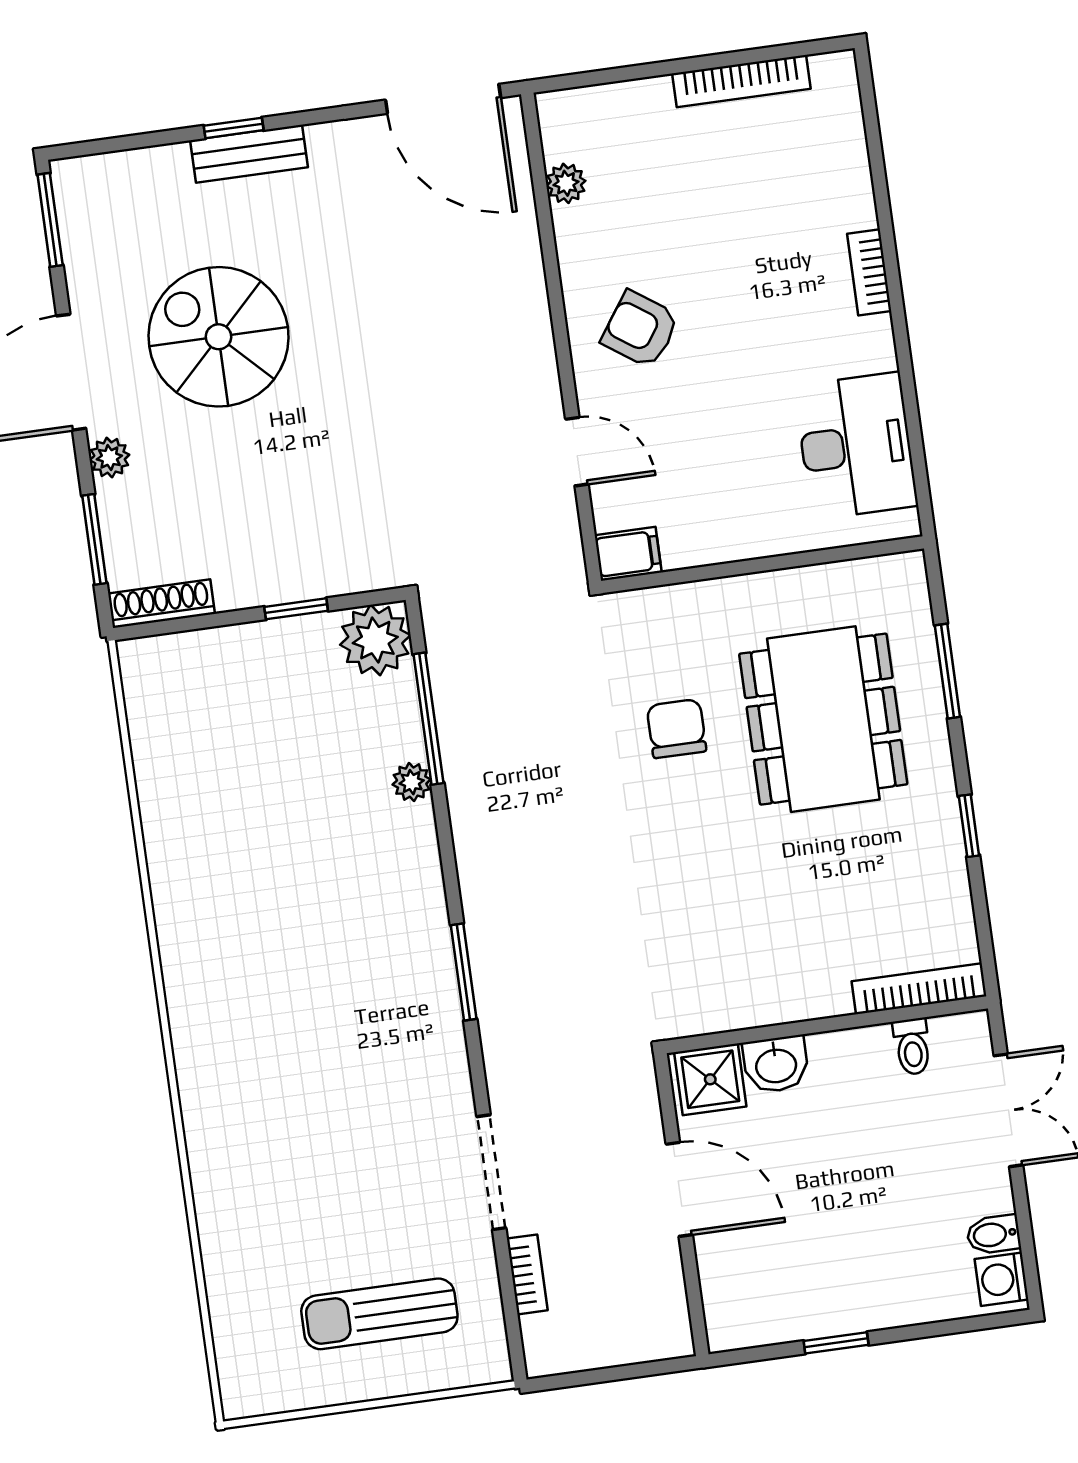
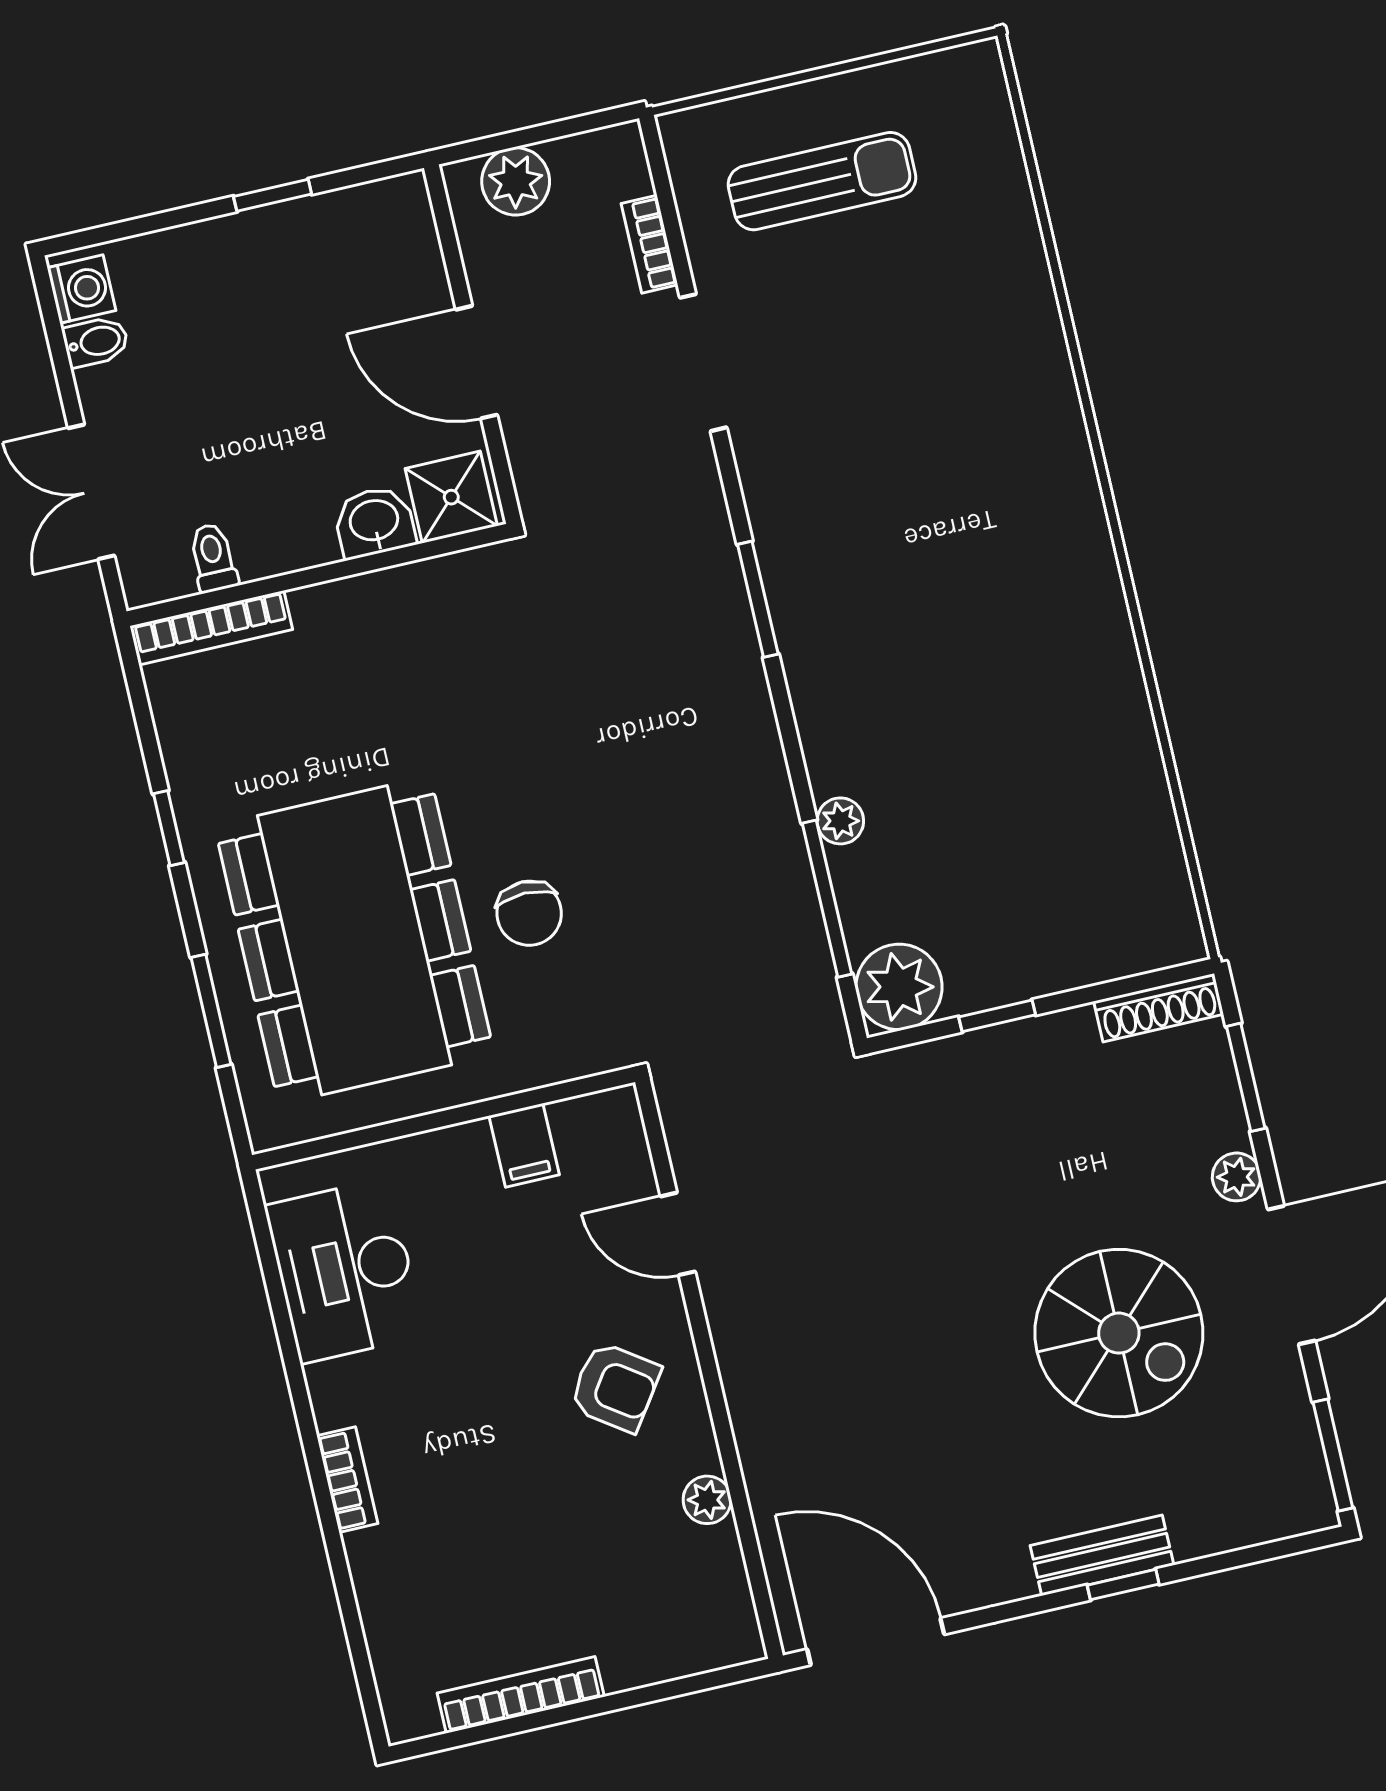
plant: (566, 183) -> (707, 1500), moved
filing cabinet: (628, 554) -> (524, 1145), moved, turned -90
dining table: (823, 719) -> (354, 940), width x1.36, depth x1.24
plant: (634, 1336) -> (516, 181), added

